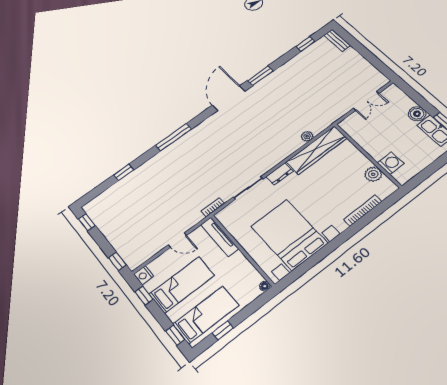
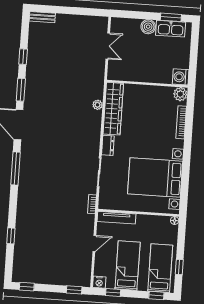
window: (306, 44) -> (23, 57), moved
window: (174, 137) -> (15, 169), moved
washing machine: (391, 163) -> (181, 77), moved, turned -90
plant: (373, 174) -> (180, 94), moved

